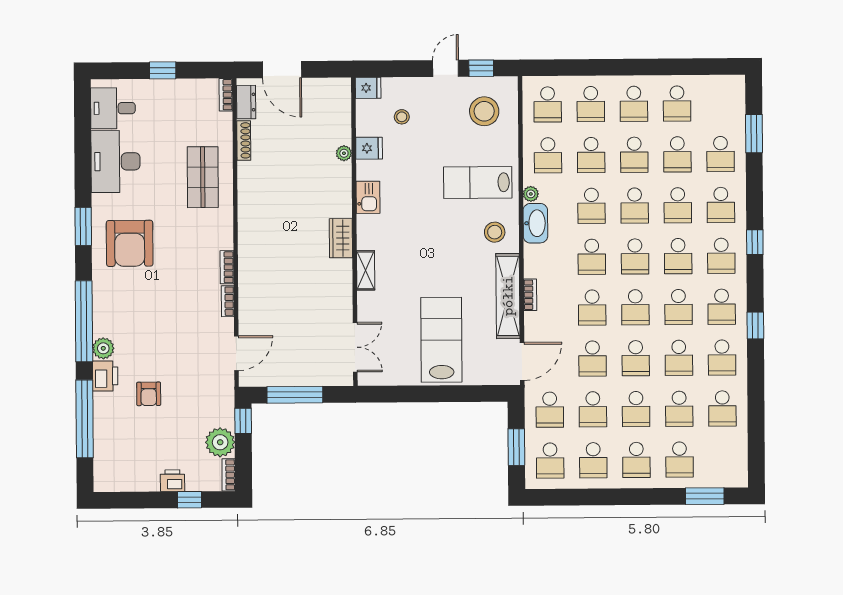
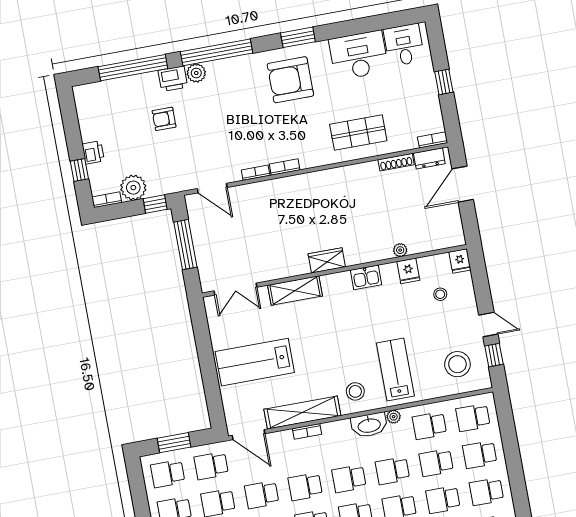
shelving: (366, 270) -> (295, 291), width x1.50, depth x1.33
lab bench: (441, 340) -> (255, 362), turned 180

